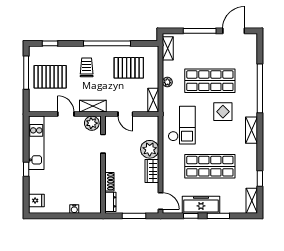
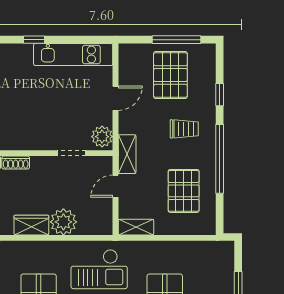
window: (50, 43) -> (220, 95), moved
shelving: (168, 48) -> (212, 249), removed
plant: (167, 82) -> (163, 248), removed
shelving: (93, 106) -> (127, 154), moved

